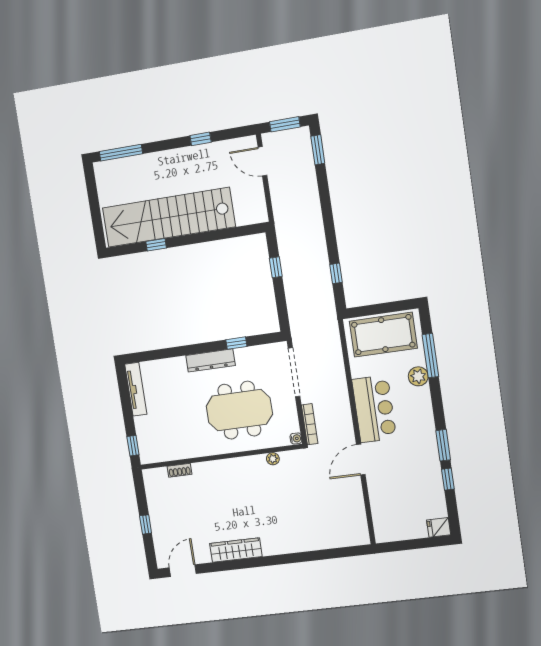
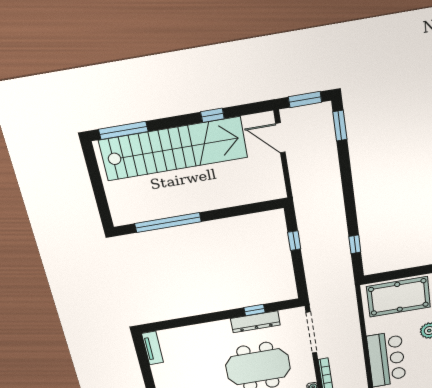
stairs: (169, 217) -> (173, 149), moved, turned 180
window: (156, 245) -> (168, 223), width x3.17
dresser: (210, 360) -> (255, 322), moved
tv unit: (136, 389) -> (153, 348), width x0.71

